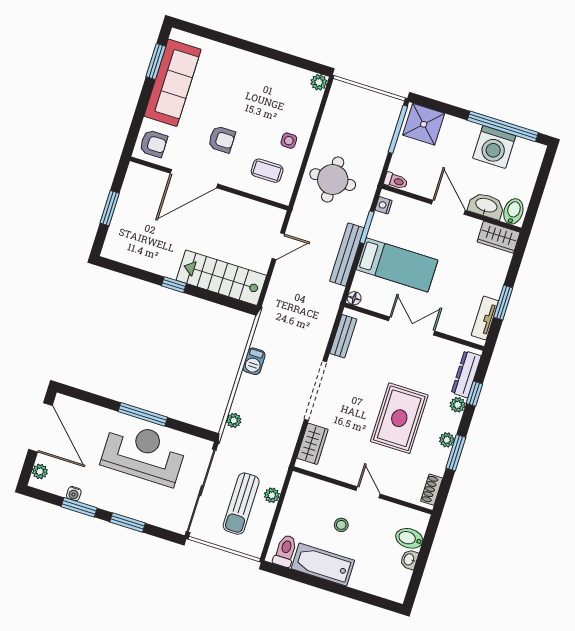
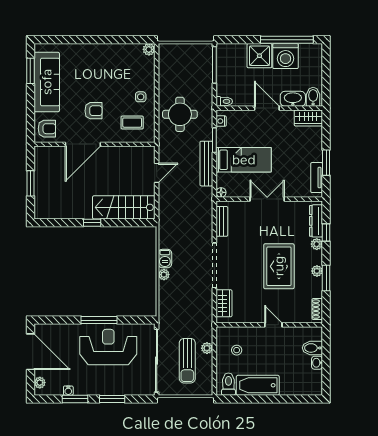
shower: (424, 124) -> (259, 56), moved
plant: (234, 420) -> (164, 275), moved
stool: (341, 525) -> (237, 350), moved

